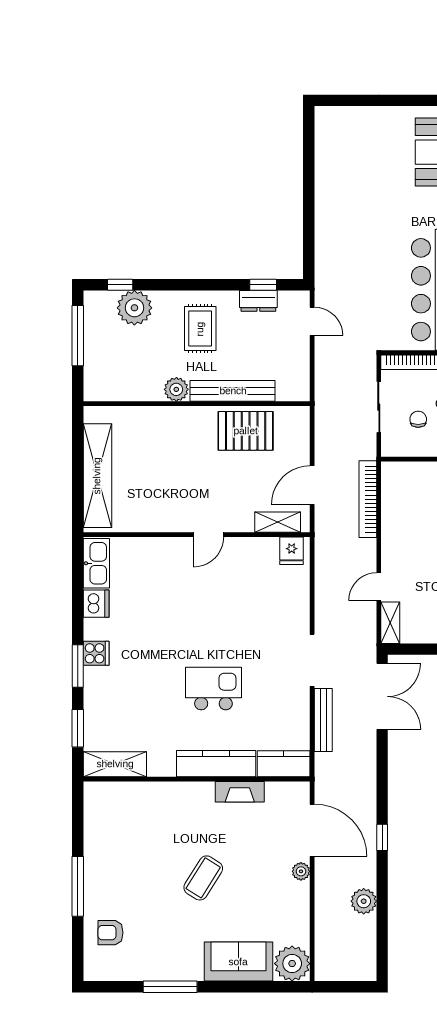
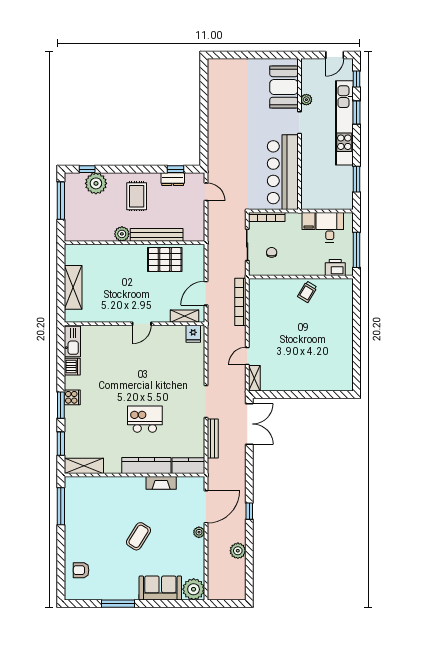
shelving: (97, 476) -> (73, 287), width x0.68
door: (312, 830) -> (206, 507), hinge flipped
window: (78, 886) -> (61, 506), moved

